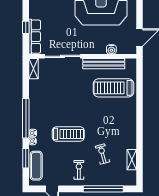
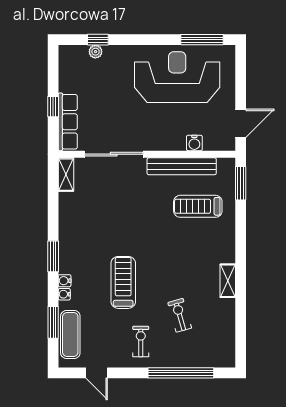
window: (139, 74) -> (241, 183), added
treadmill: (113, 88) -> (198, 206), width x0.73, depth x0.73
window: (26, 118) -> (53, 256), width x0.47
treadmill: (68, 134) -> (123, 282), turned -90
shelving: (132, 160) -> (228, 281), moved

